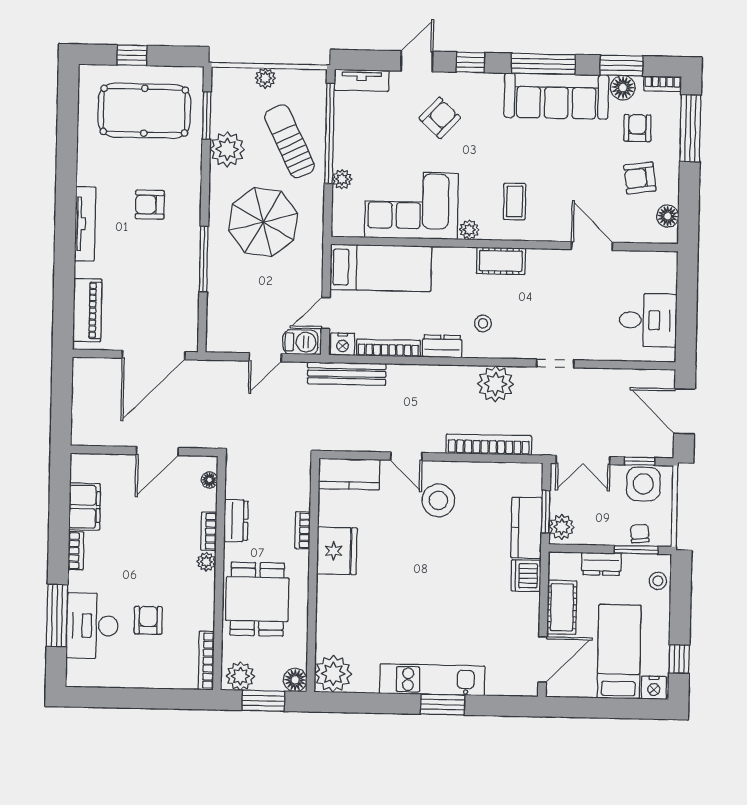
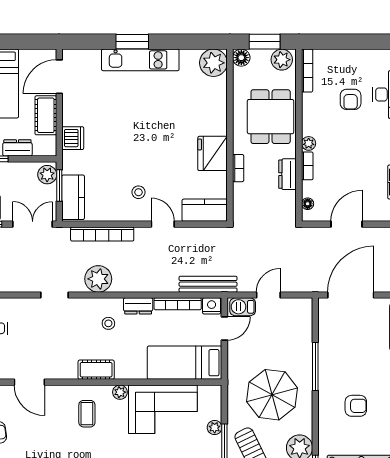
stool: (438, 500) -> (138, 192), width x0.53, depth x0.53
kitchen counter: (526, 528) -> (73, 197), moved

